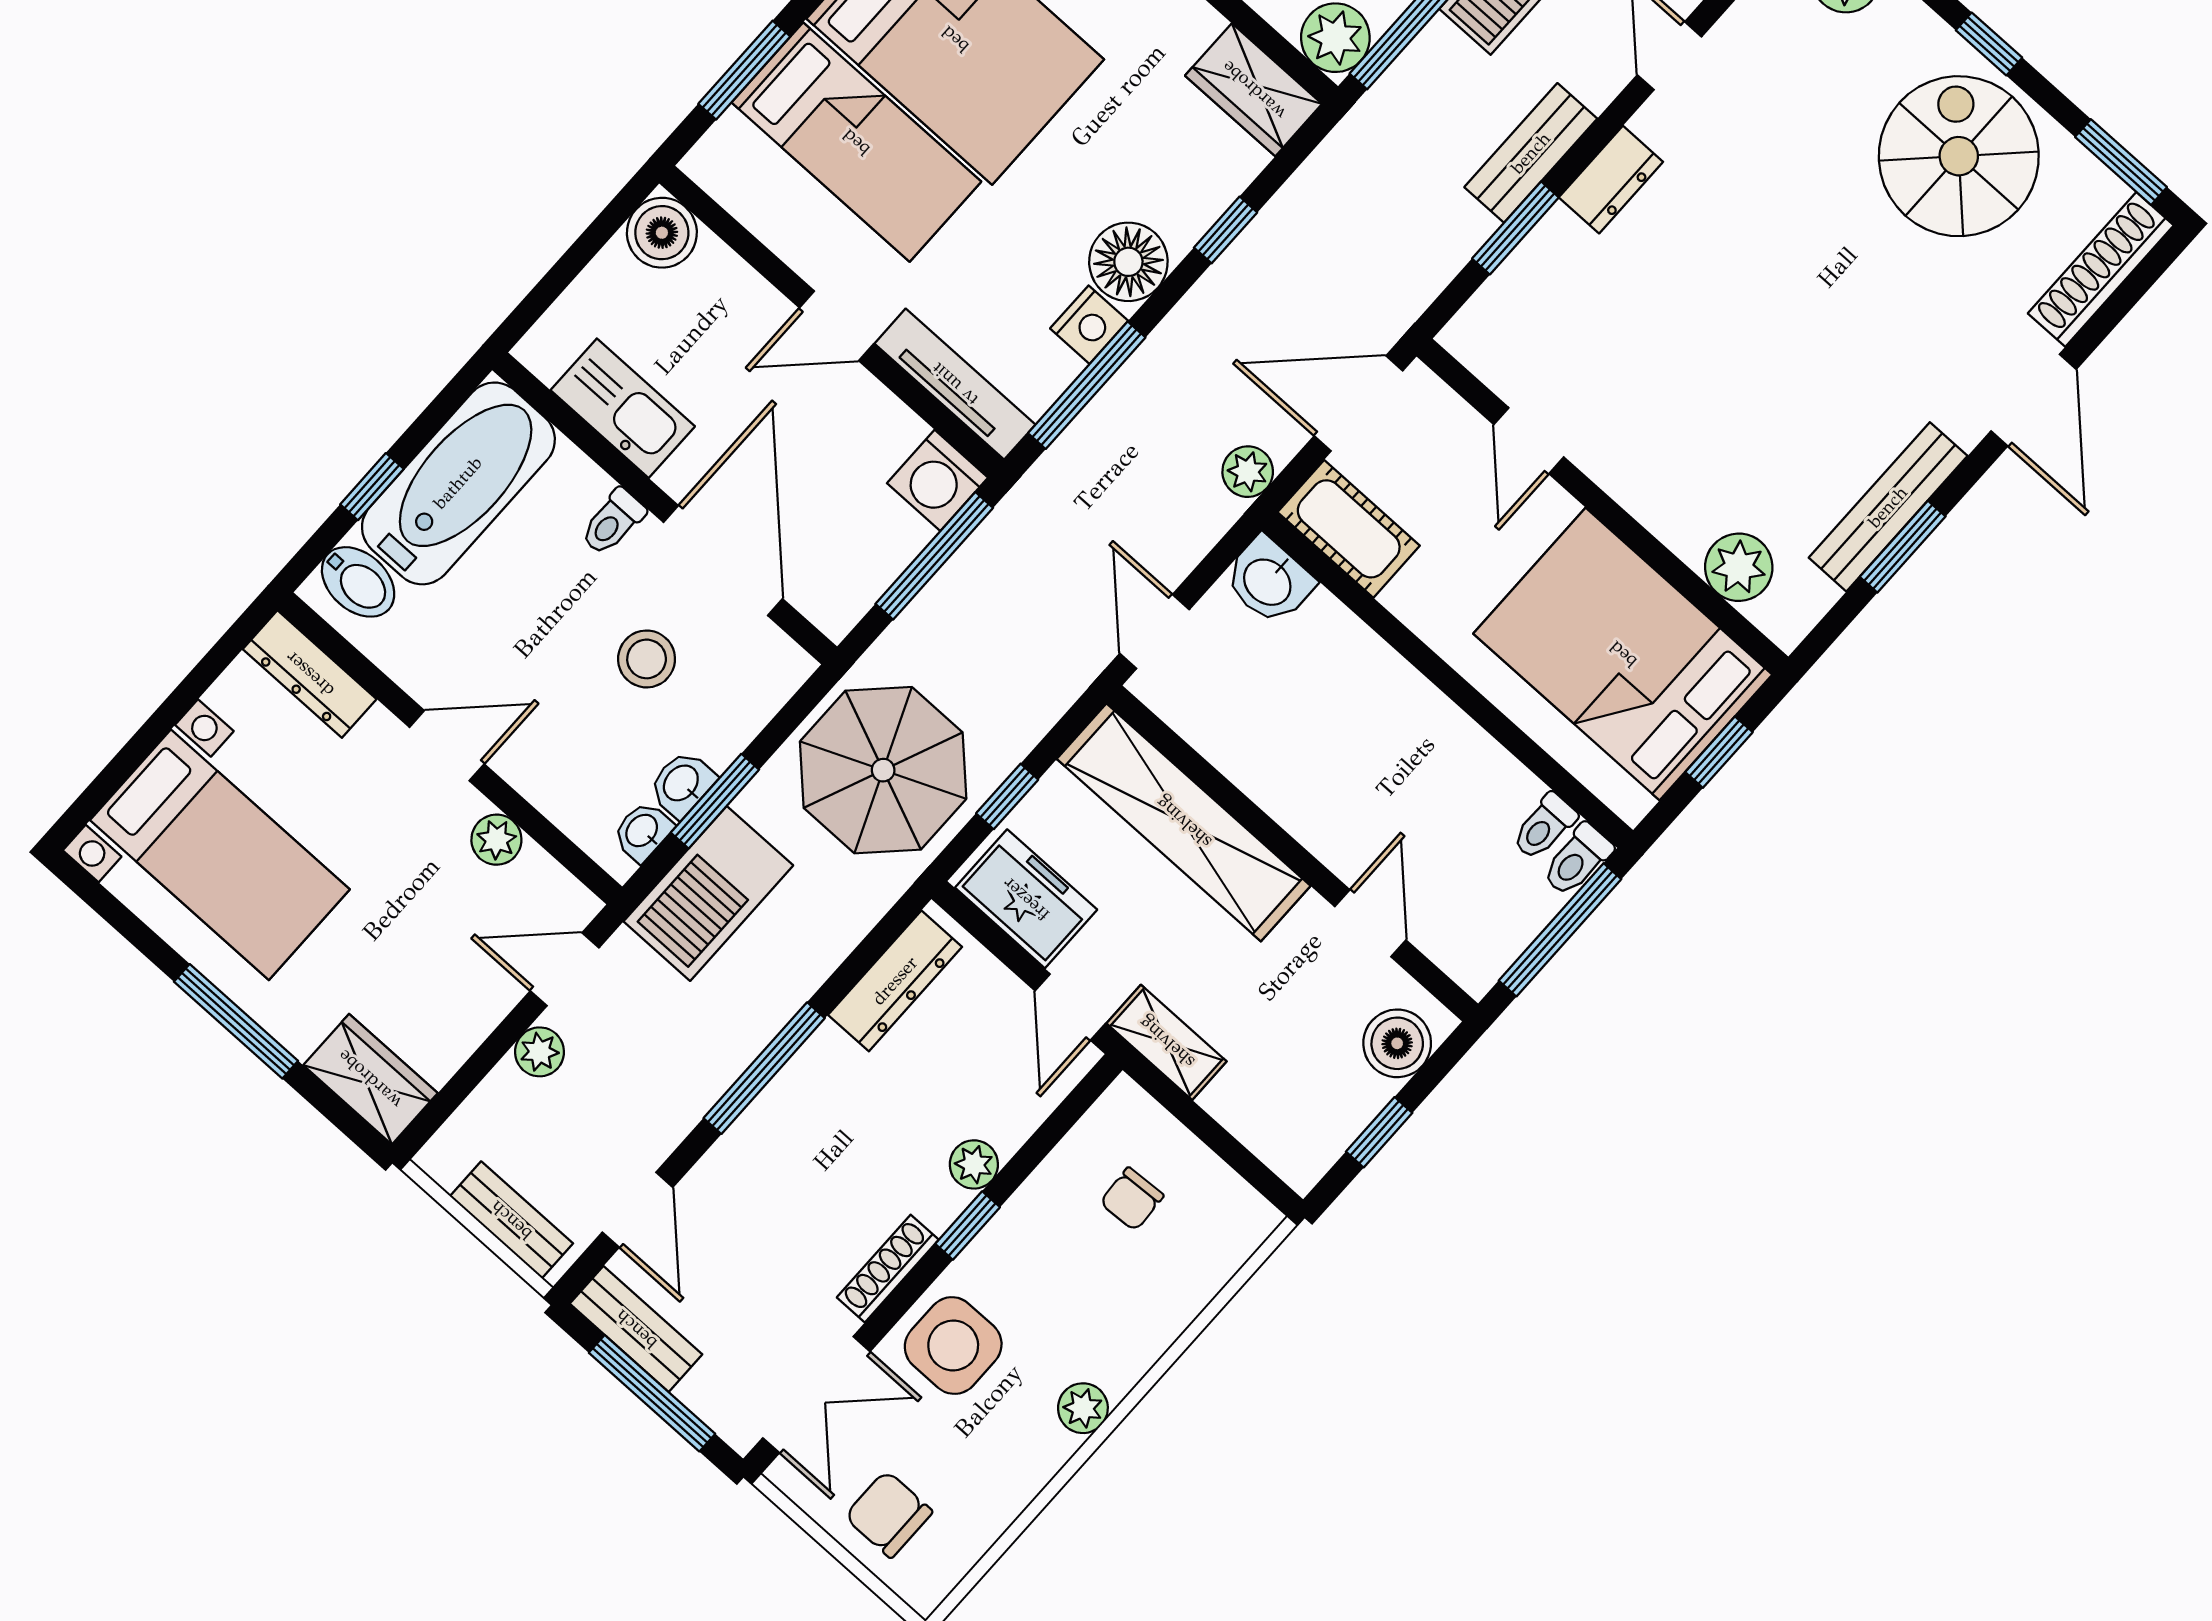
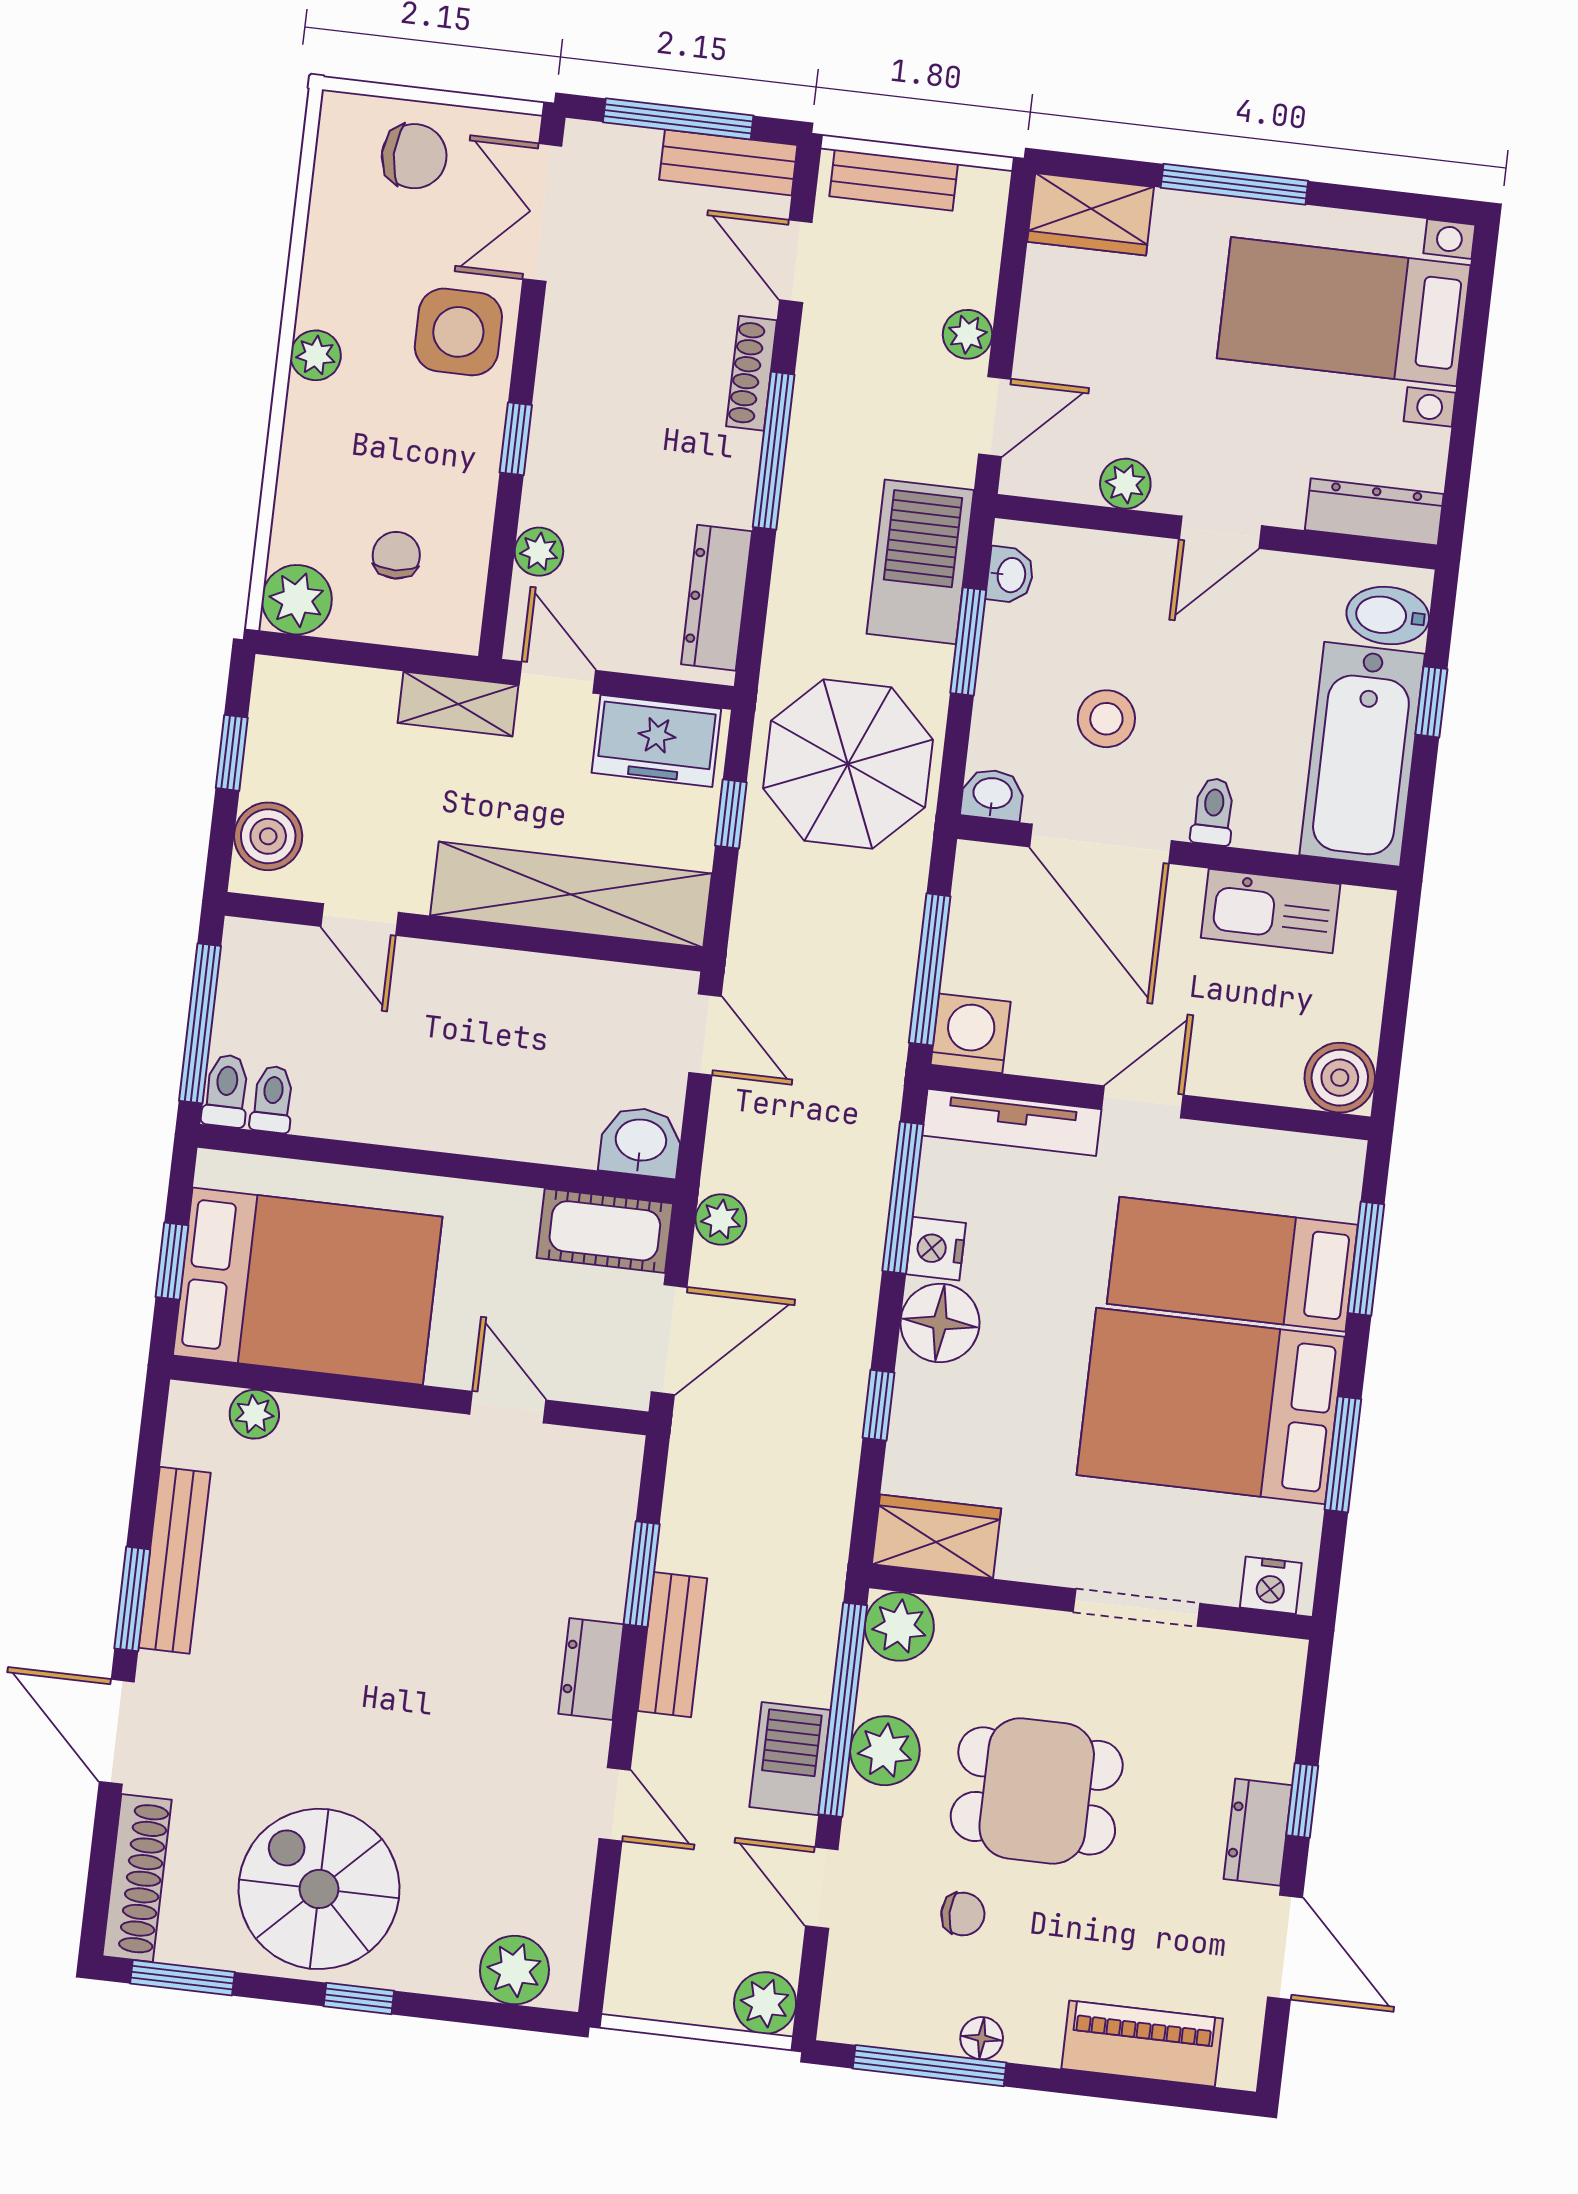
spiral stairs: (1959, 156) -> (319, 1889), turned 180
window: (1903, 547) -> (132, 1599), moved
plant: (1739, 567) -> (254, 1414), width x0.73, depth x0.73
washbasin: (682, 784) -> (992, 795), moved, turned -90
plant: (974, 1164) -> (539, 552), moved
plant: (1238, 1220) -> (297, 600), added
shoe rack: (888, 1269) -> (752, 373), moved, turned 180

